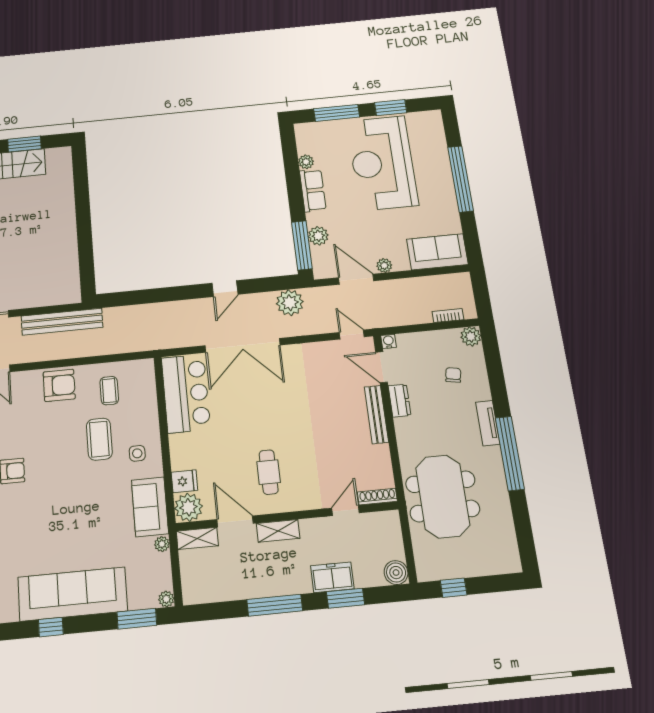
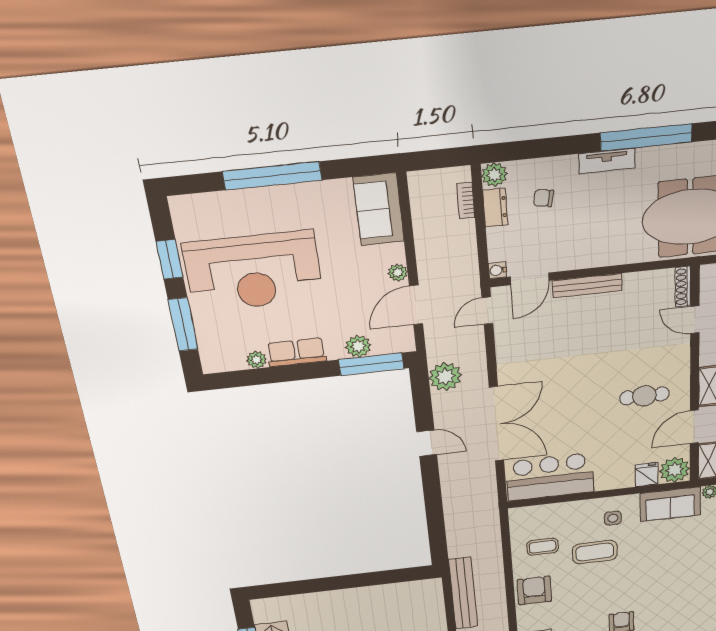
dresser: (400, 401) -> (495, 208), moved, turned 90

